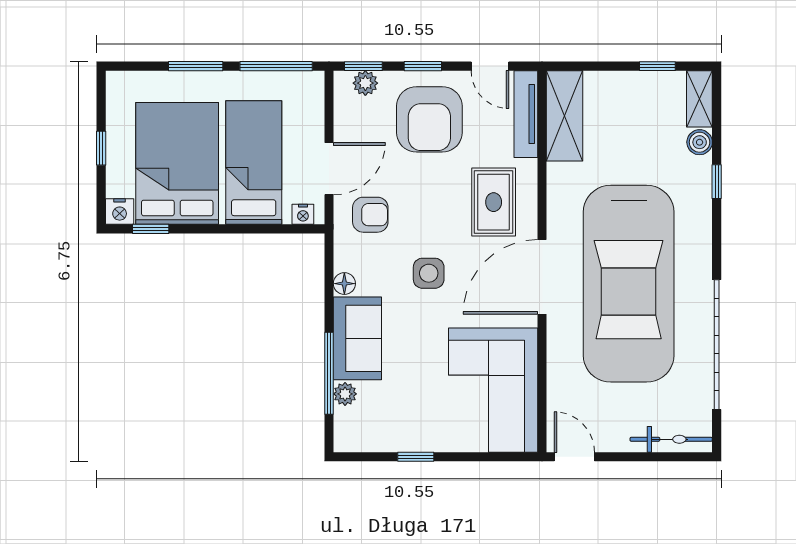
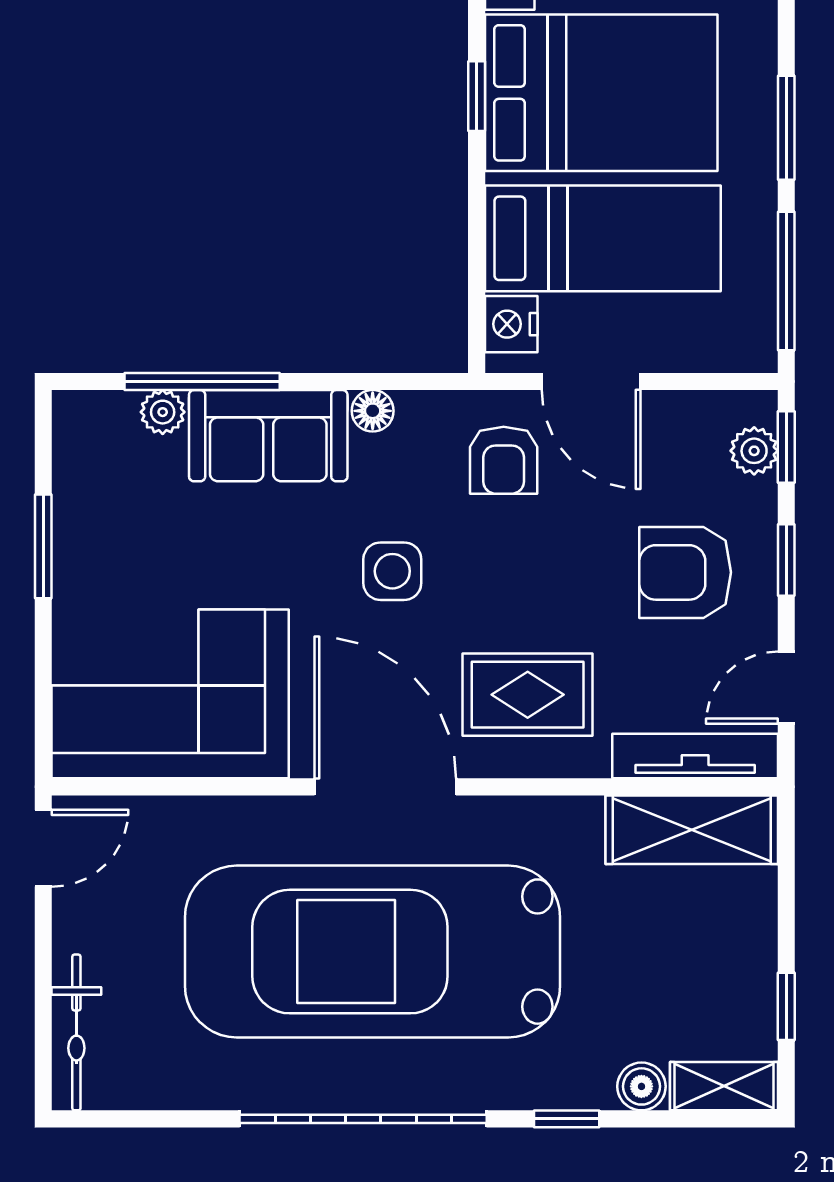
armchair: (429, 119) -> (685, 572), width x0.73, depth x0.73
nightstand: (303, 214) -> (511, 324), width x1.39, depth x1.35
window: (151, 229) -> (477, 96), moved
garage door: (717, 345) -> (363, 1119), moved
window: (416, 457) -> (43, 546), width x1.50

